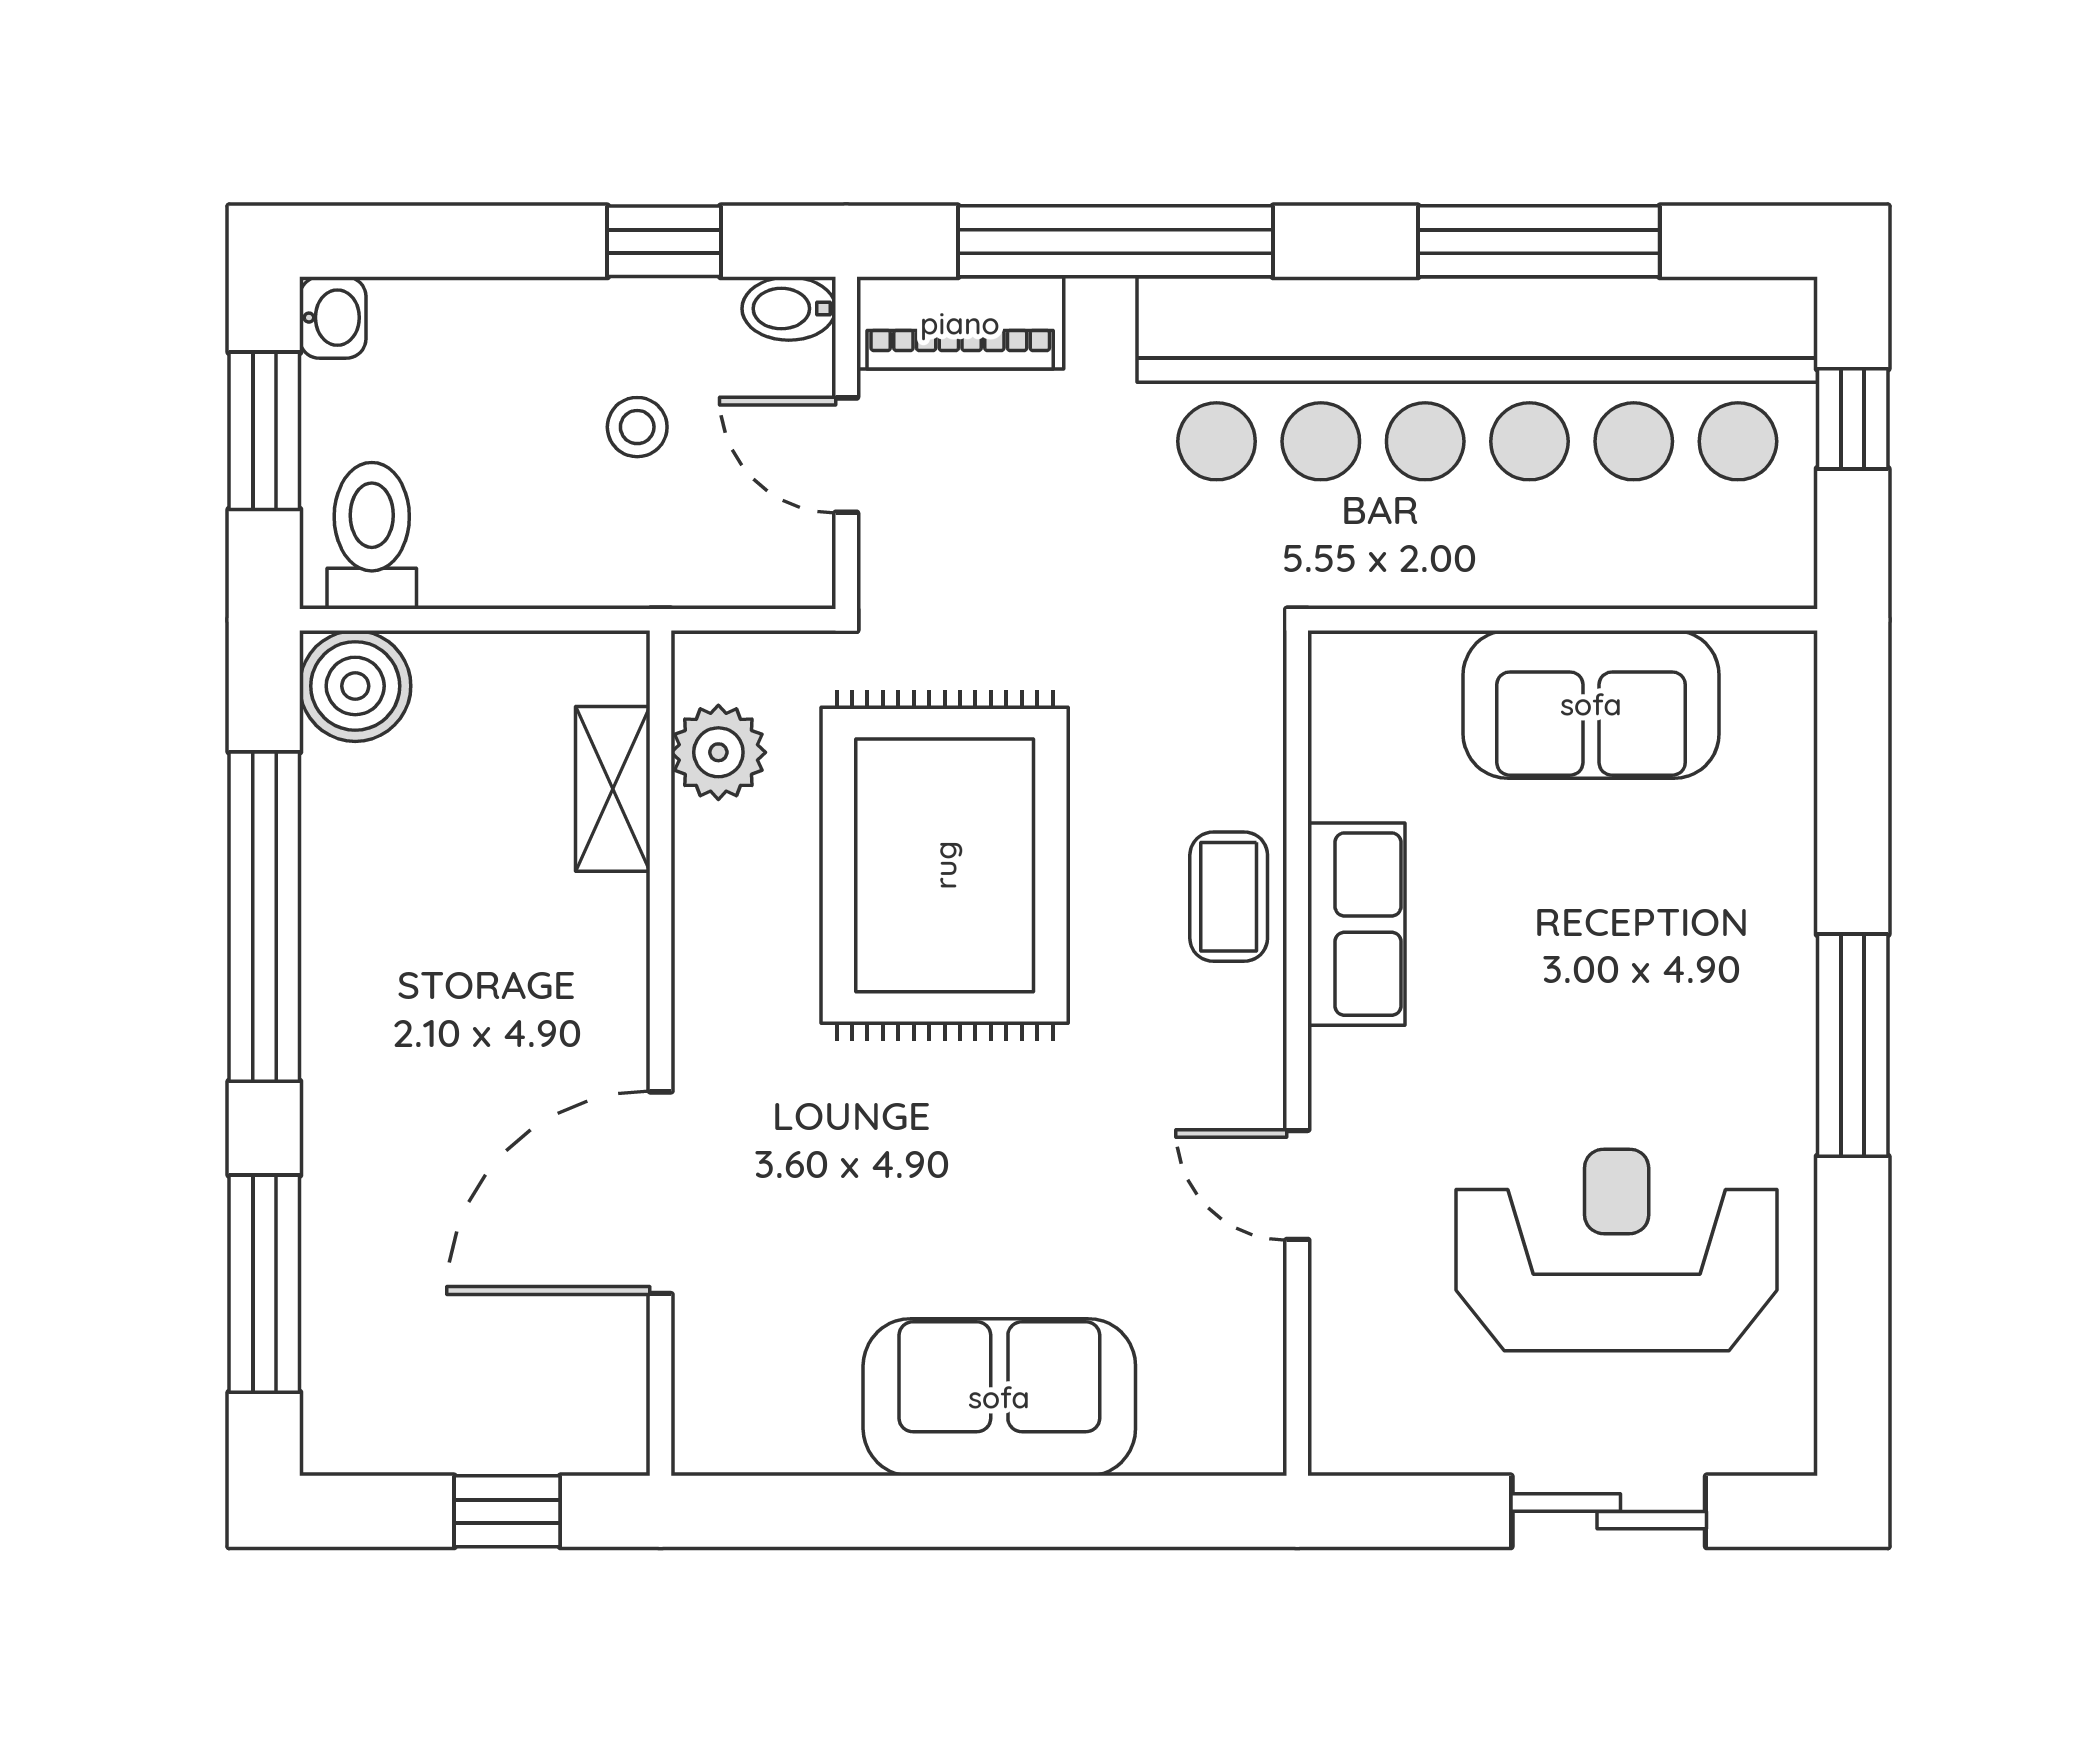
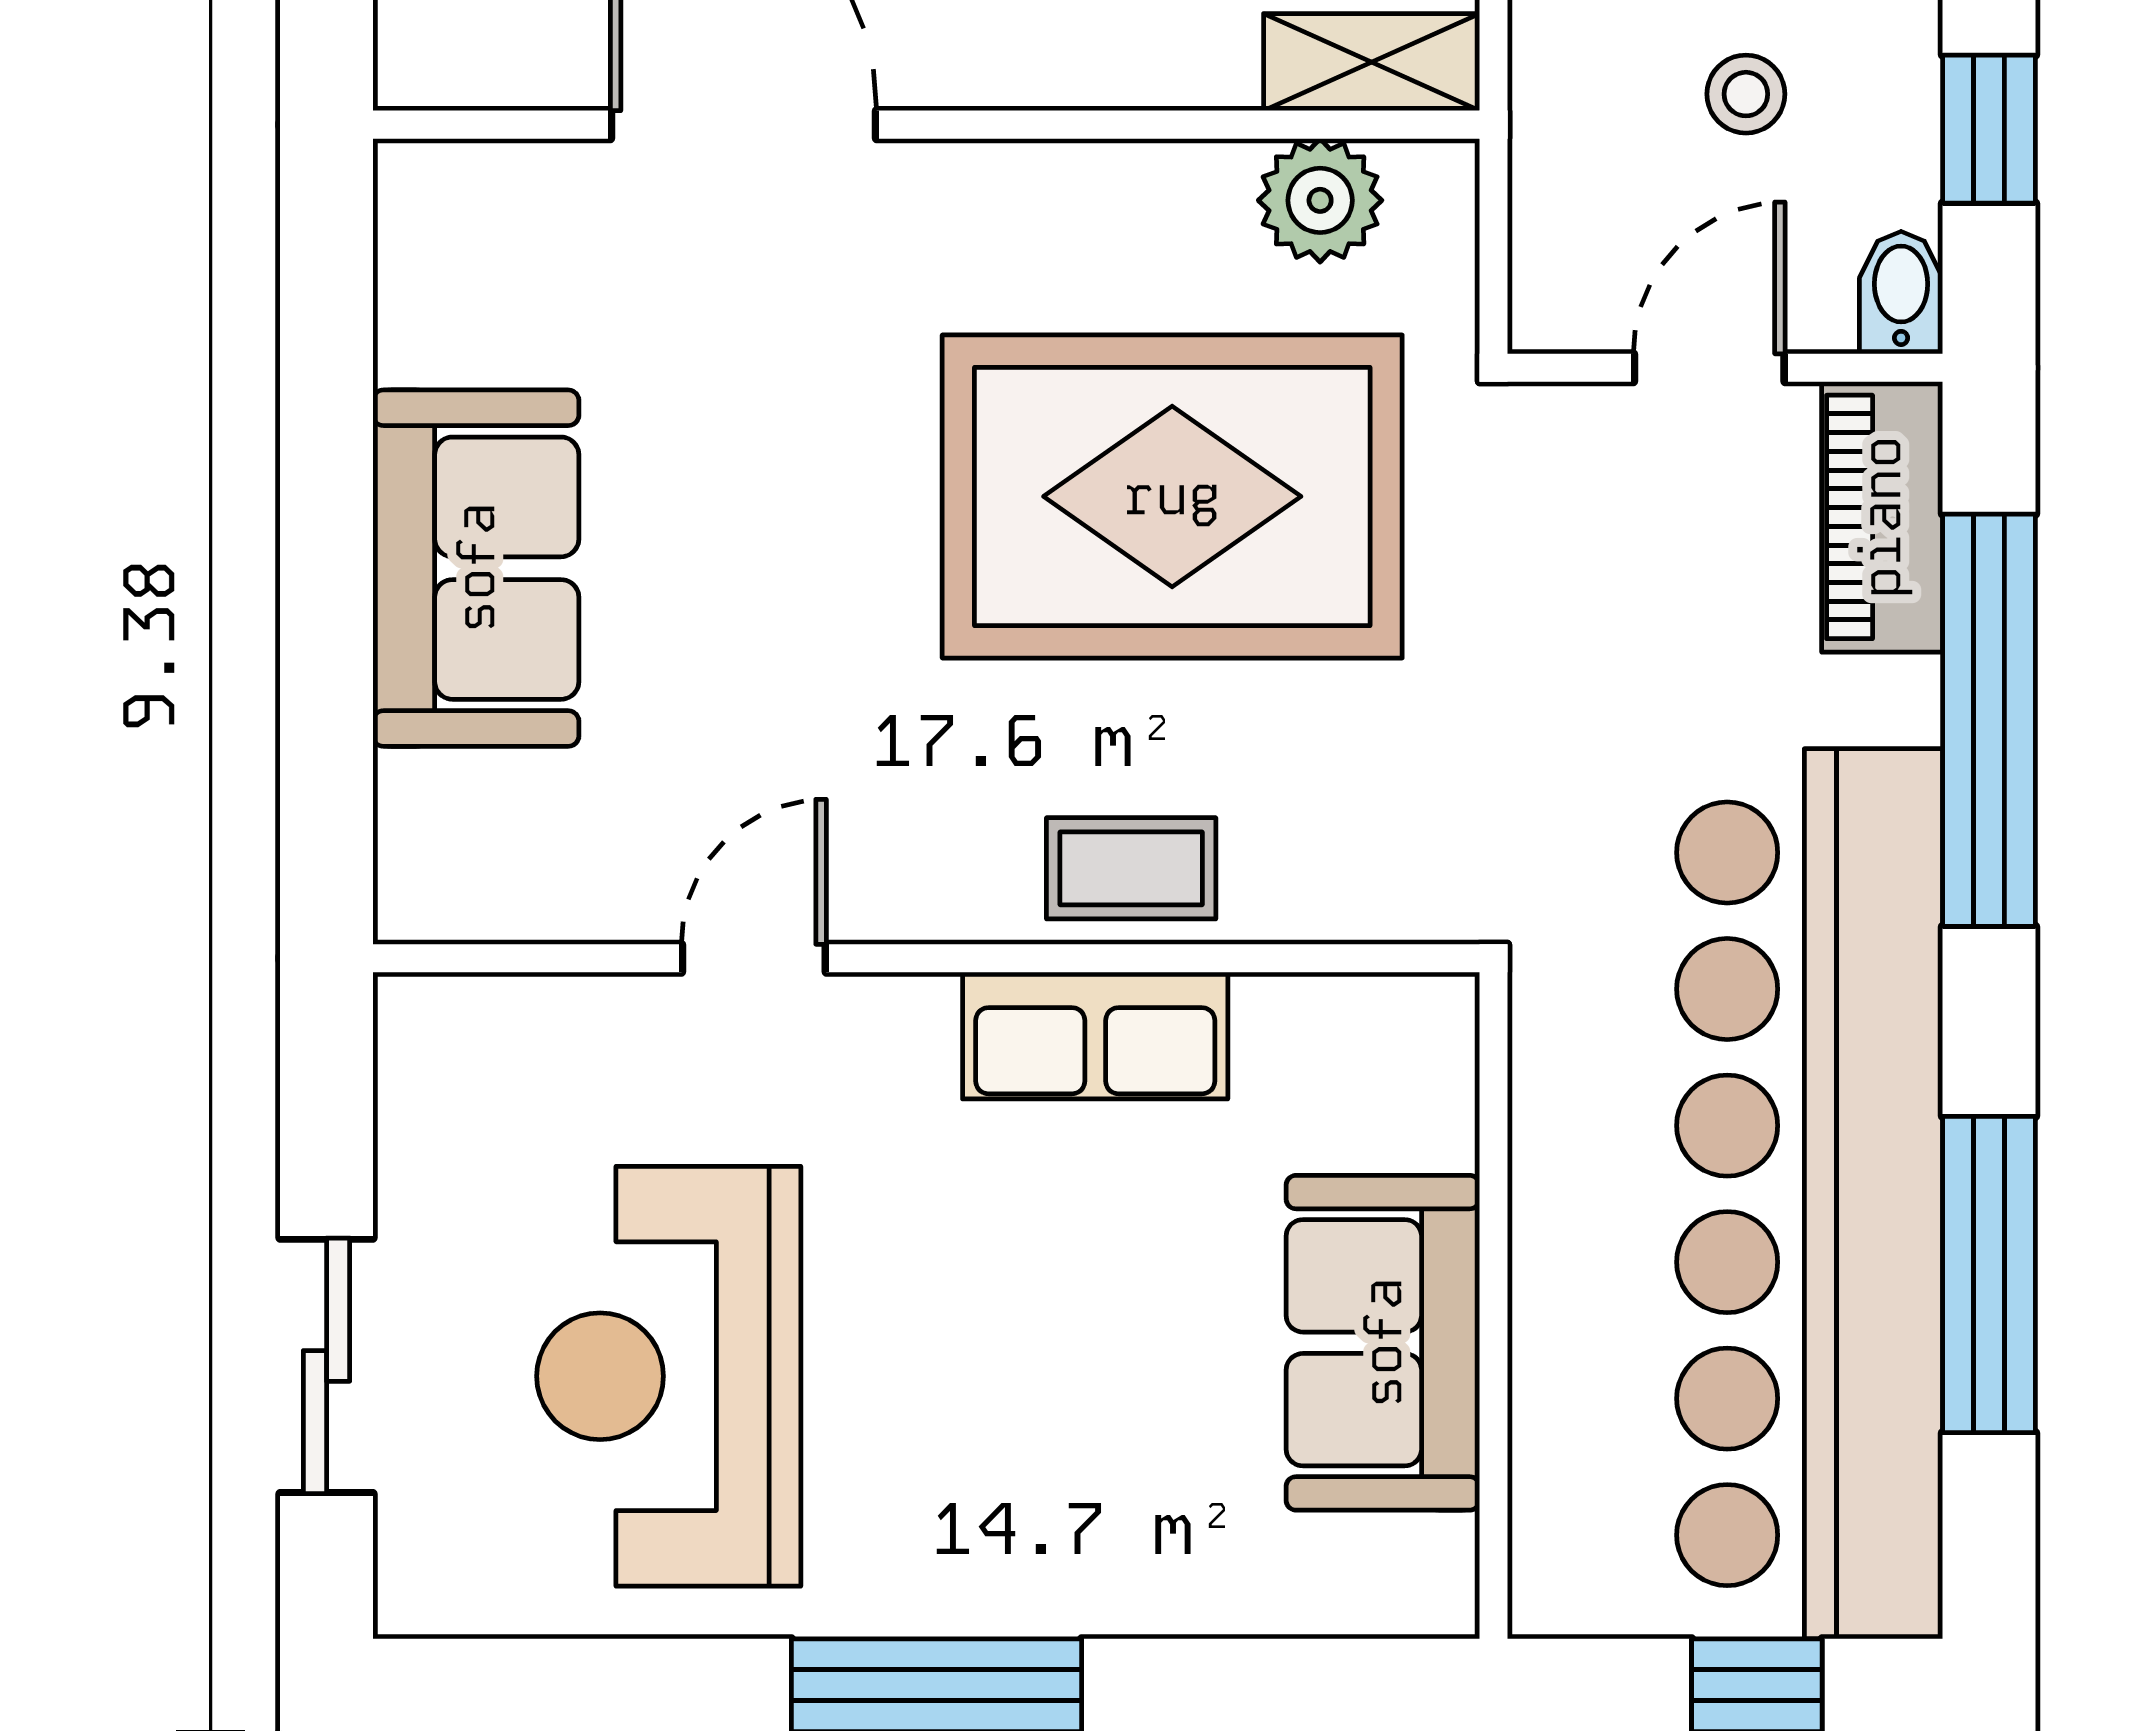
shelving: (613, 789) -> (1372, 62), moved
reception desk: (1617, 1250) -> (669, 1376), turned 180

